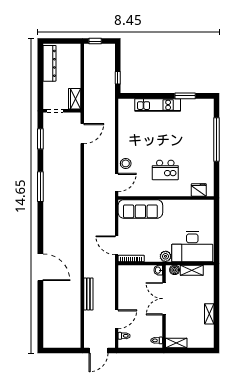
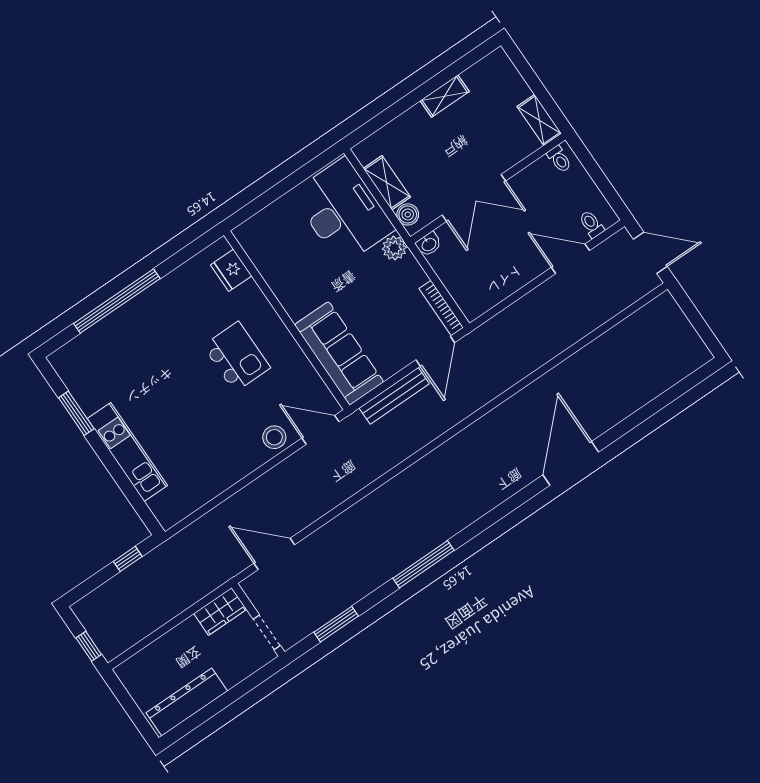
bench: (88, 294) -> (394, 396), moved

